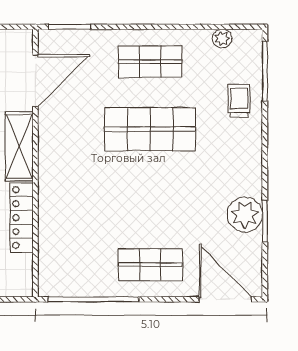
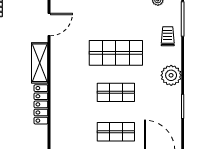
shop shelf: (150, 62) -> (116, 92), moved
door: (35, 81) -> (49, 25), width x0.73
plant: (245, 215) -> (171, 75), moved

